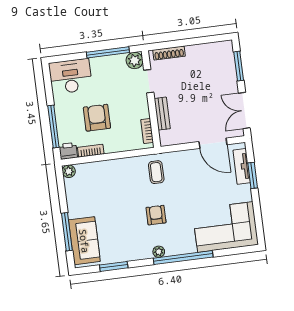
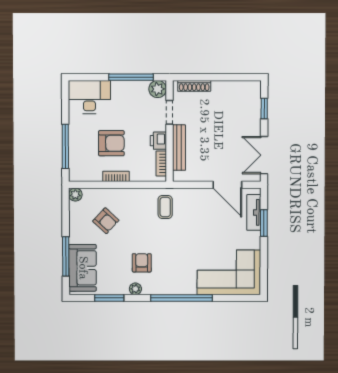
window: (239, 66) -> (264, 109), width x0.67
bench: (162, 114) -> (179, 148), width x1.36
armchair: (97, 118) -> (111, 143), turned 90
printer: (68, 151) -> (158, 141), moved, turned -90
bookcase: (91, 151) -> (116, 176), moved
armchair: (101, 193) -> (106, 221), added
armchair: (156, 215) -> (142, 263), moved
plant: (159, 252) -> (135, 289), moved

